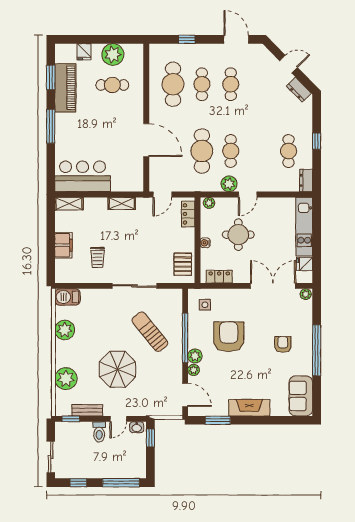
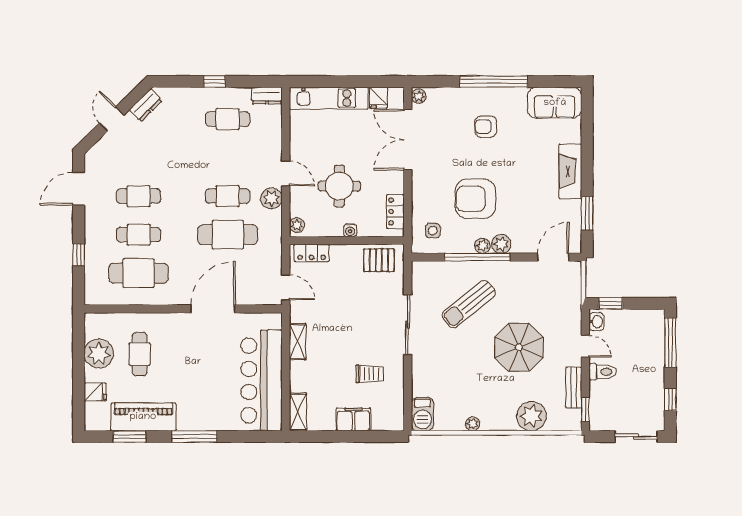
bar counter: (83, 176) -> (261, 380), width x1.36
plant: (65, 330) -> (473, 424), width x0.53, depth x0.53
plant: (194, 370) -> (483, 246), moved

